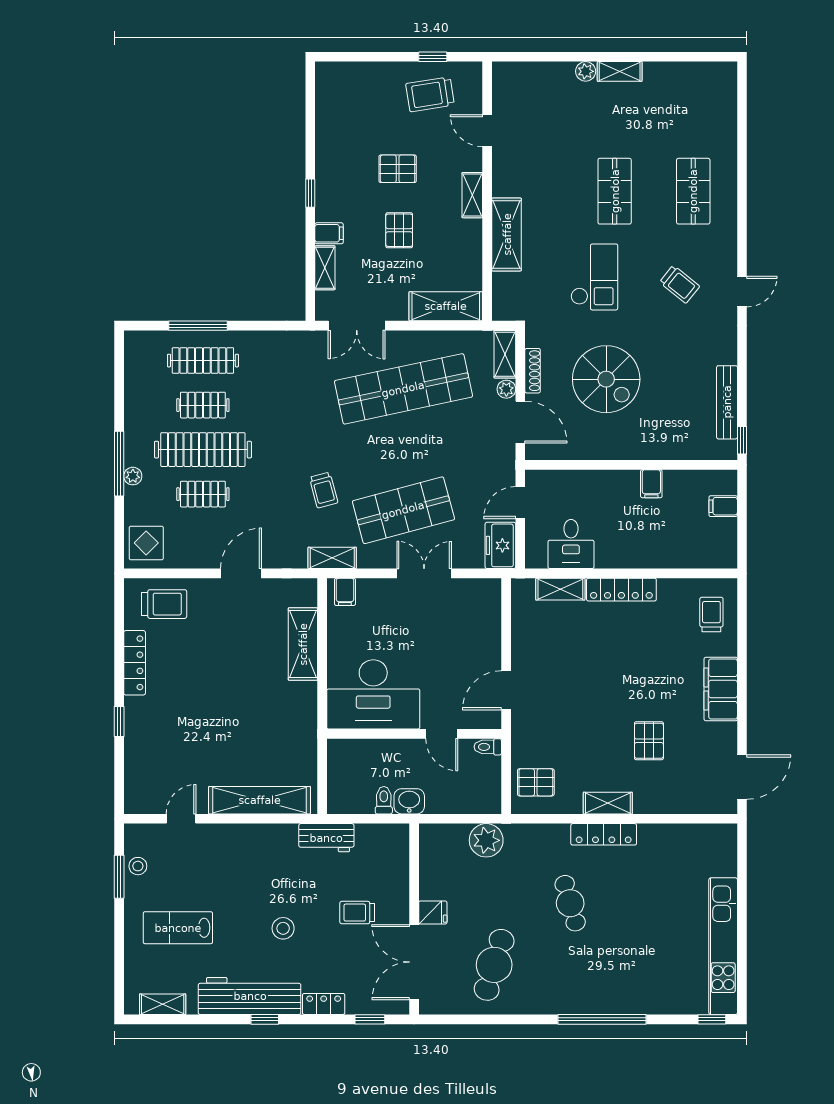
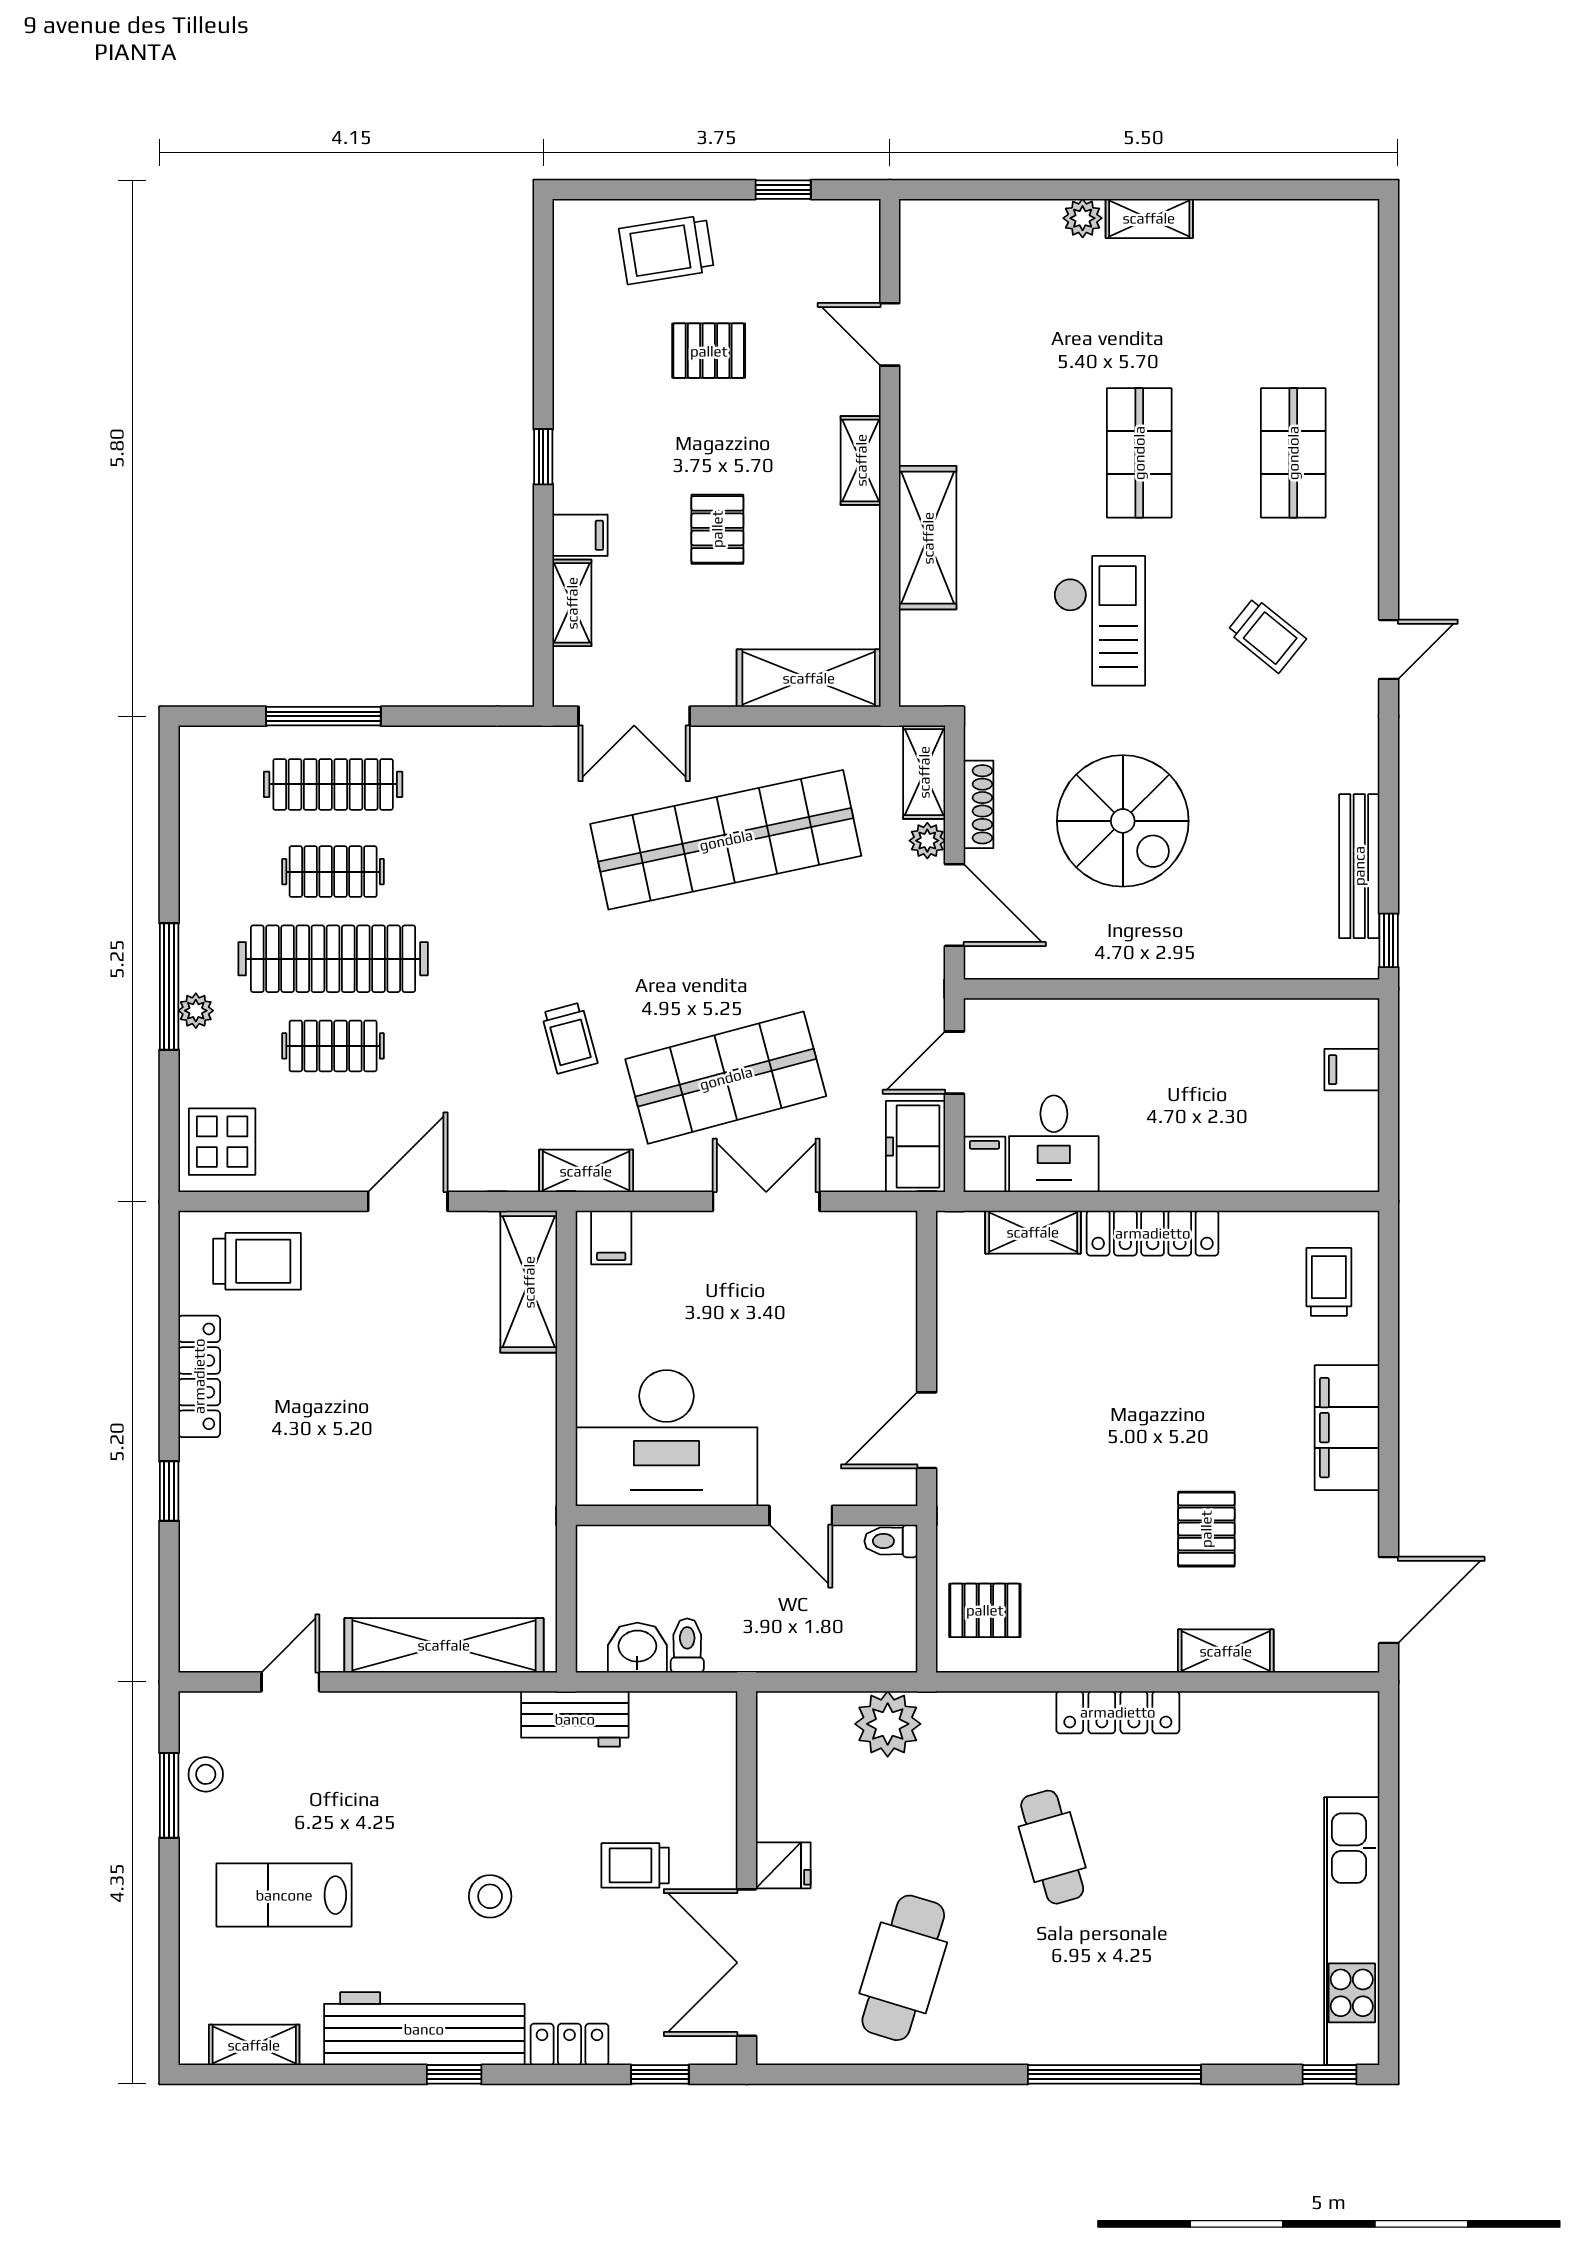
trolley: (430, 94) -> (666, 250), moved
pallet: (398, 169) -> (709, 351), moved
filing cabinet: (651, 484) -> (984, 1164), moved, turned 180
shelving: (303, 644) -> (529, 1282), moved
washbasin: (409, 801) -> (637, 1648), moved
shelving: (608, 803) -> (1226, 1651), moved

